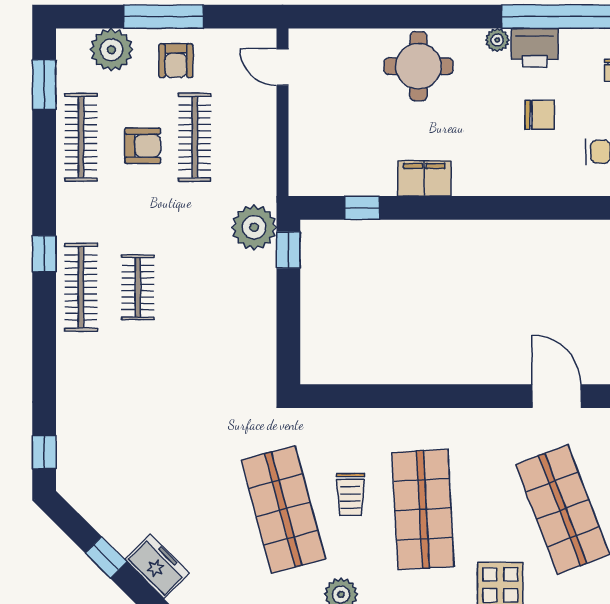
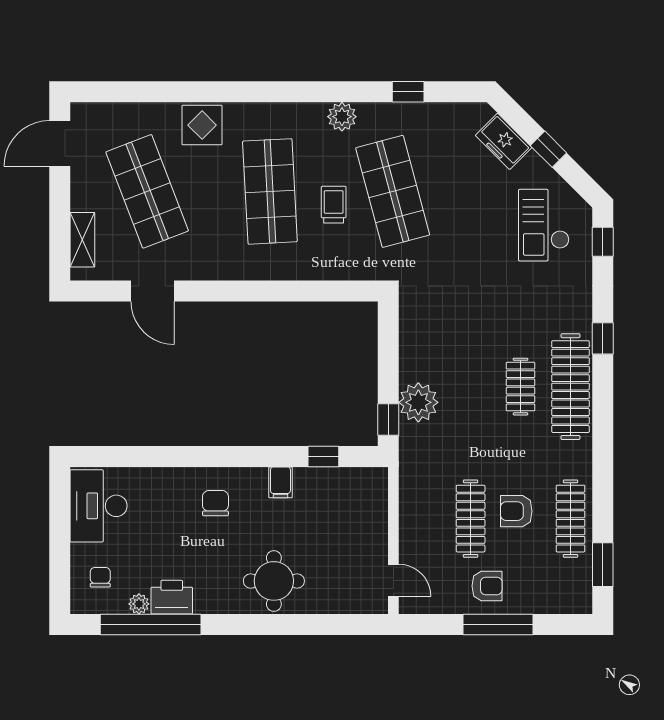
plant: (497, 40) -> (139, 604), moved
plant: (111, 50) -> (544, 595), removed
armchair: (176, 61) -> (487, 586), turned 90
chair: (540, 115) -> (215, 503), moved, turned 90
filing cabinet: (424, 178) -> (280, 482), width x0.50
plant: (254, 227) -> (418, 402), moved
window: (44, 254) -> (603, 338), moved
clothes rail: (81, 287) -> (570, 387), width x1.37, depth x1.31
checkout: (111, 471) -> (544, 225), added

